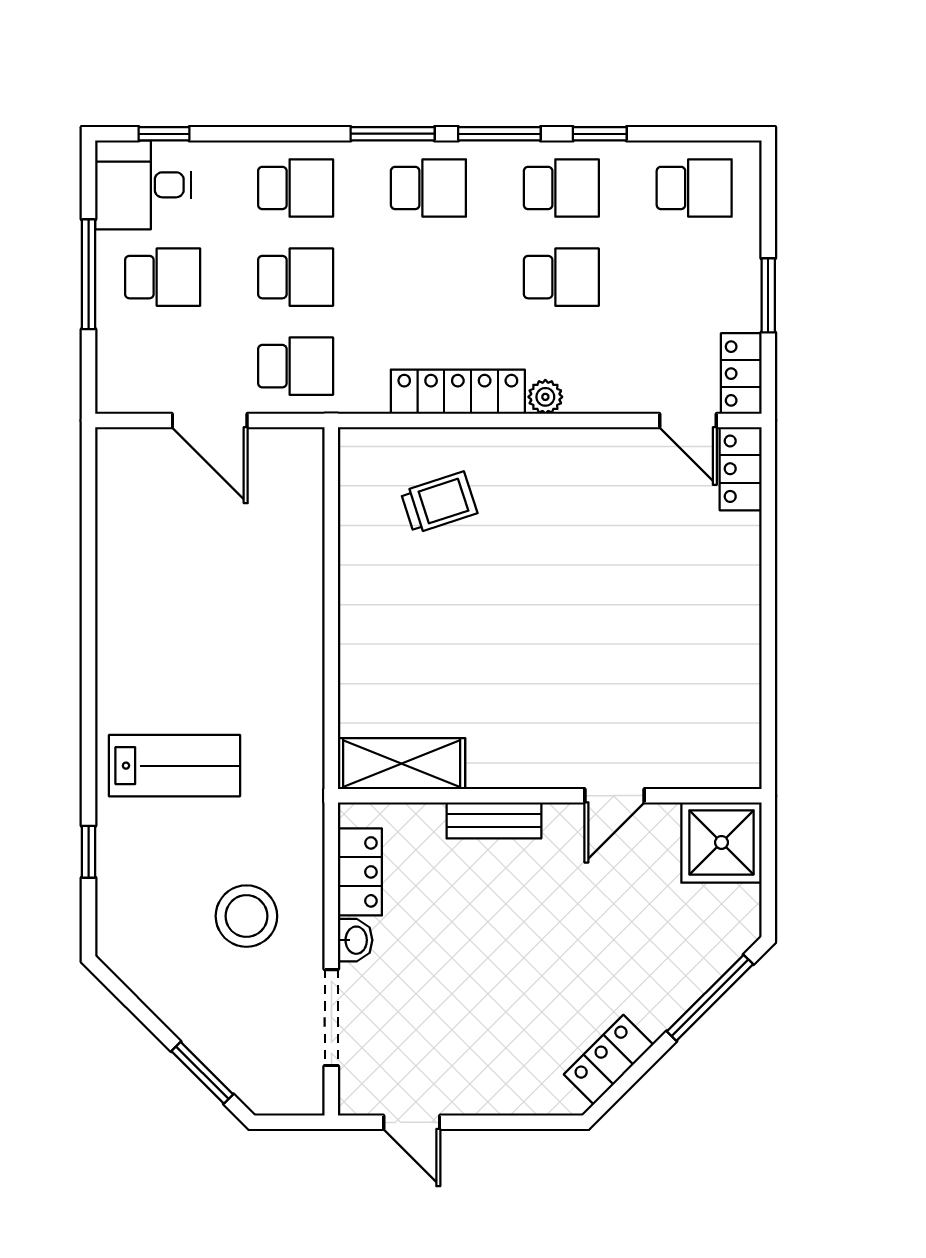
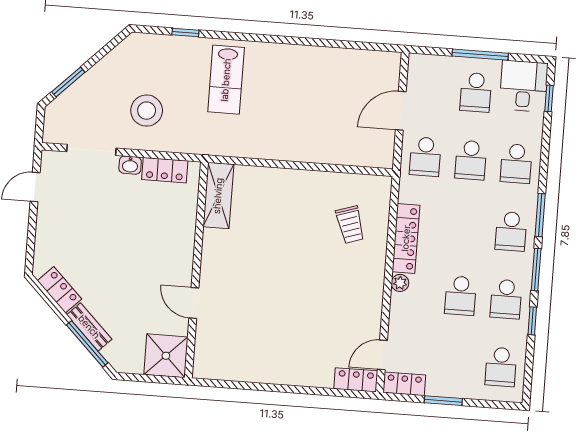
bench: (494, 820) -> (89, 327), moved, turned -45

